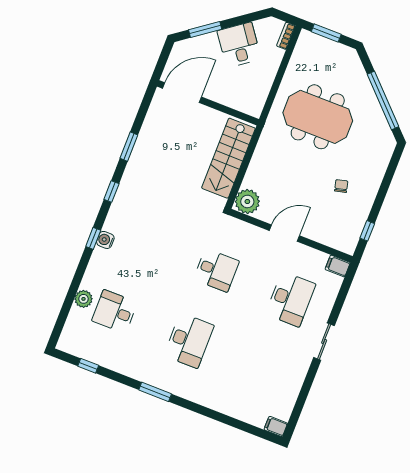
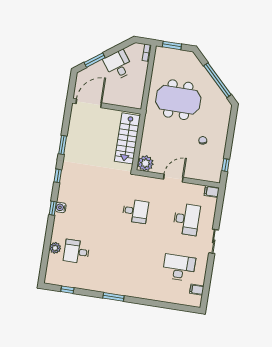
desk: (189, 341) -> (179, 268), moved, turned -90
filing cabinet: (276, 426) -> (197, 290), moved

